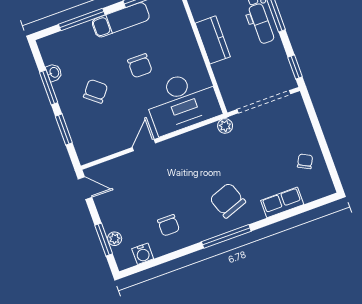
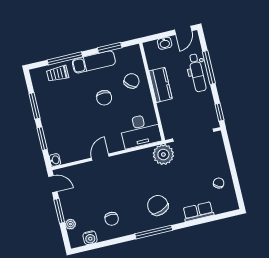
trolley: (74, 41) -> (58, 74), added
washbasin: (54, 72) -> (55, 160), moved
chair: (96, 91) -> (132, 81), moved
desk: (182, 102) -> (140, 131), width x0.73, depth x0.77
plant: (225, 126) -> (163, 155), width x1.88, depth x1.88
window: (104, 240) -> (59, 211), moved

